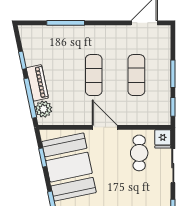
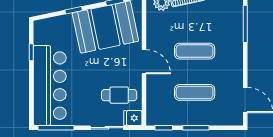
door: (105, 127) -> (144, 62), hinge flipped

